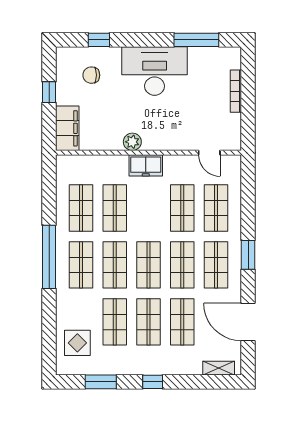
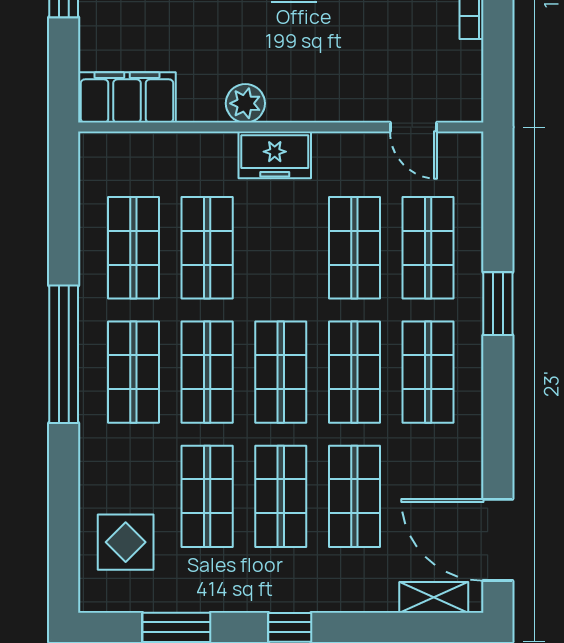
filing cabinet: (67, 128) -> (127, 97), moved, turned -90
window: (248, 255) -> (498, 304), moved
door: (248, 322) -> (498, 540), moved

